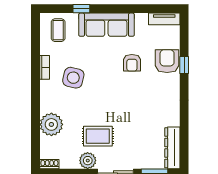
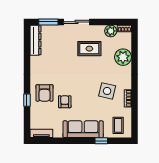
armchair: (167, 61) -> (44, 93), moved
plant: (88, 161) -> (111, 31), moved

